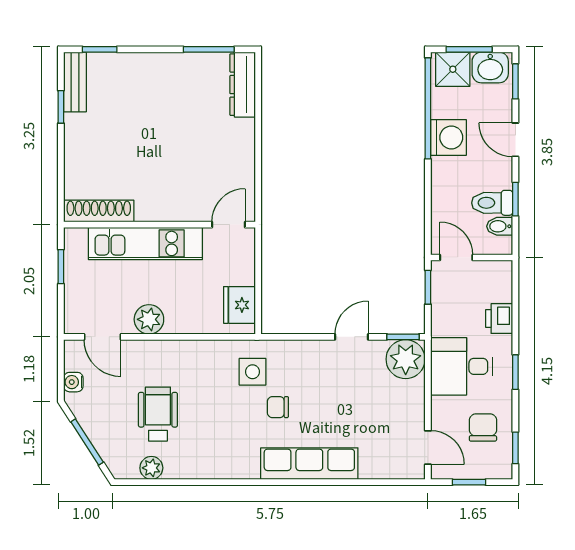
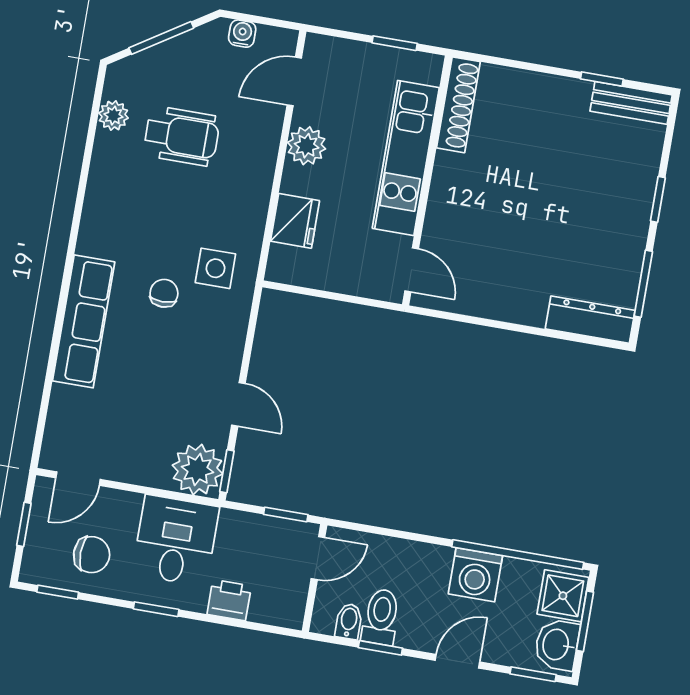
window: (100, 49) -> (658, 199), moved
fridge: (239, 305) -> (295, 221), moved, turned 90

